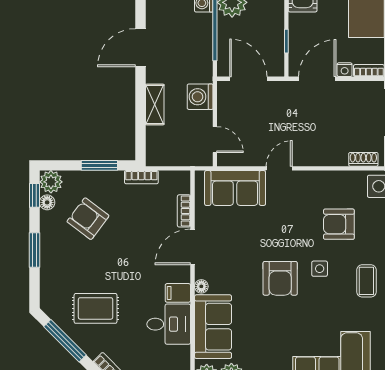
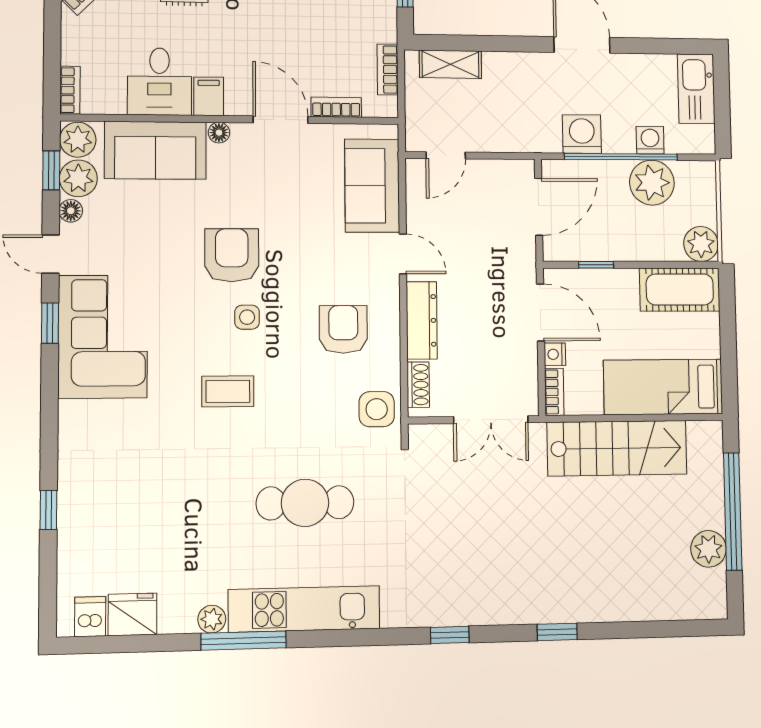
washing machine: (200, 97) -> (582, 134), moved
shelving: (155, 104) -> (450, 64), moved
dresser: (322, 157) -> (422, 320), added
bookcase: (141, 177) -> (388, 70), moved
armchair: (339, 224) -> (343, 329), moved
armchair: (280, 278) -> (232, 255), turned 90

